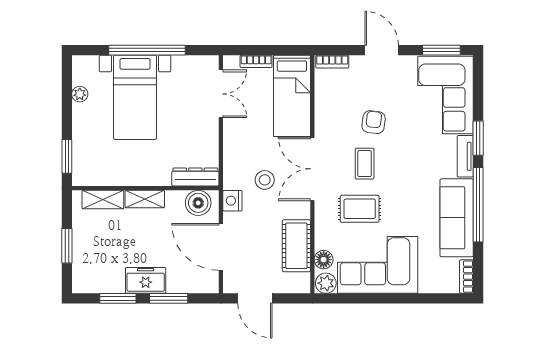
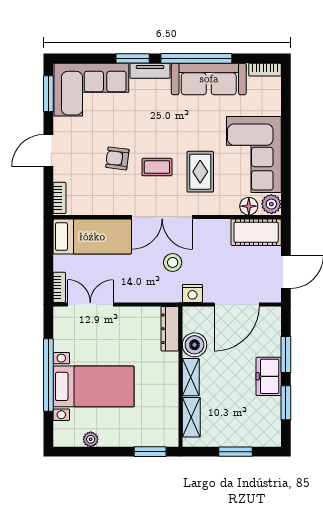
bookcase: (256, 61) -> (59, 287), moved
boiler: (198, 203) -> (195, 345), moved
cot: (296, 246) -> (256, 232), moved

